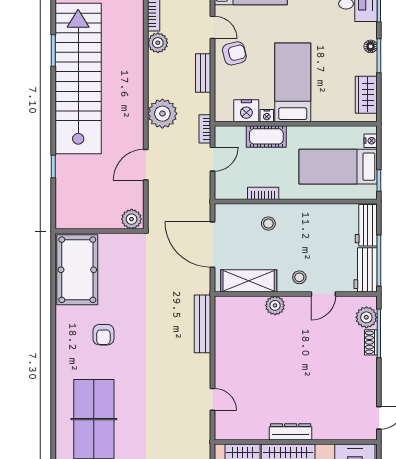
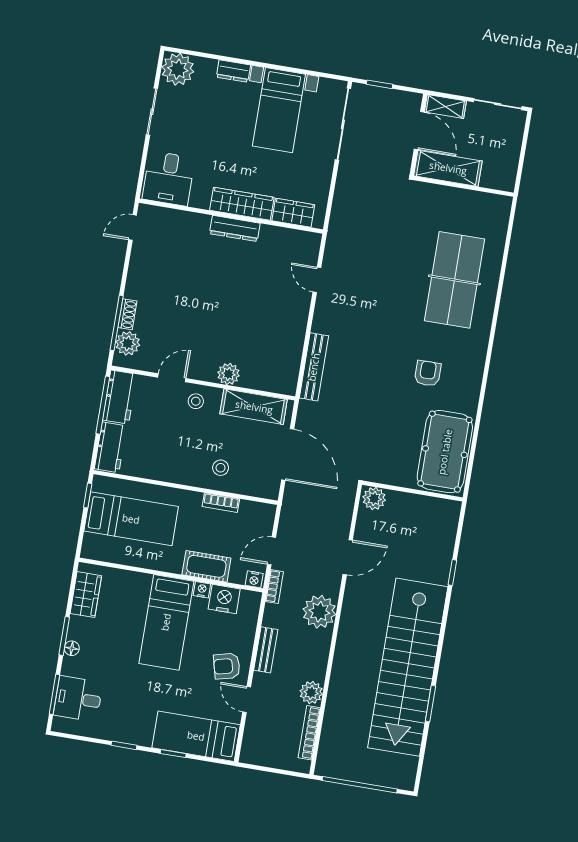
nightstand: (371, 141) -> (254, 579), moved, turned -90

